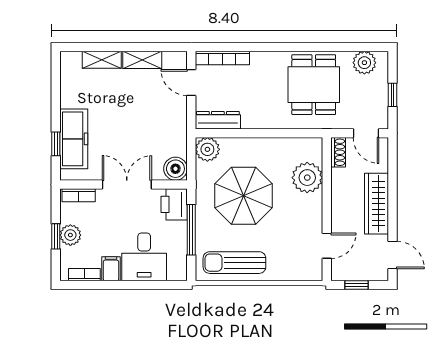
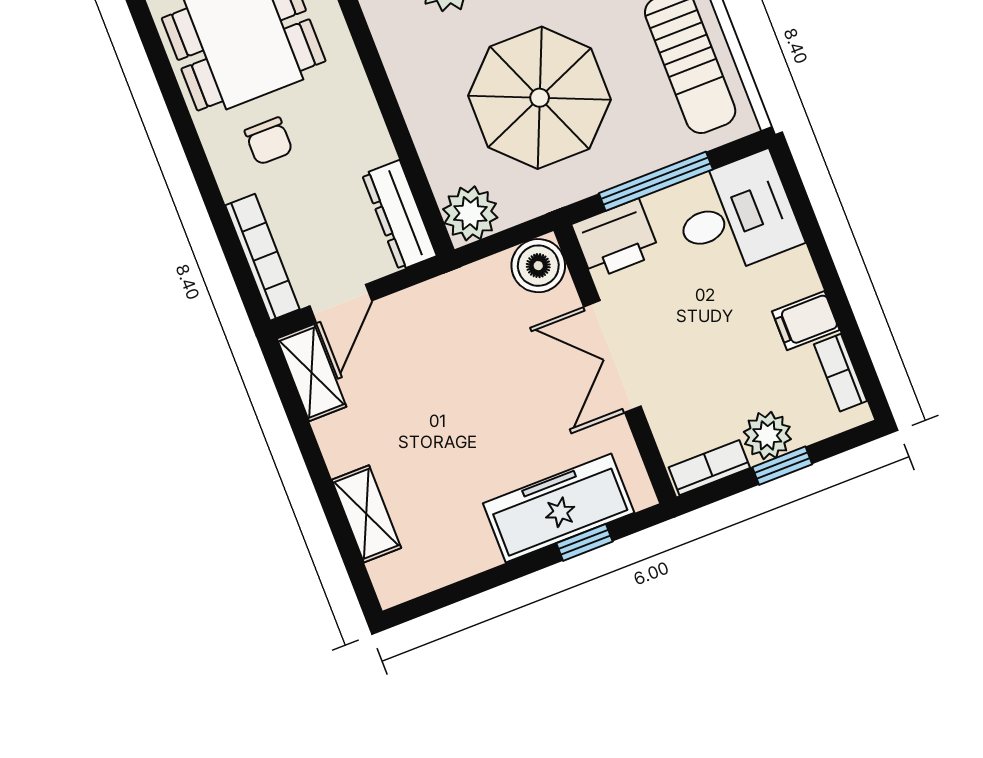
shelving: (142, 60) -> (312, 373), moved
chair: (269, 79) -> (269, 141), added
bookcase: (79, 195) -> (709, 468), moved, turned -90
desk: (144, 257) -> (736, 215), moved

